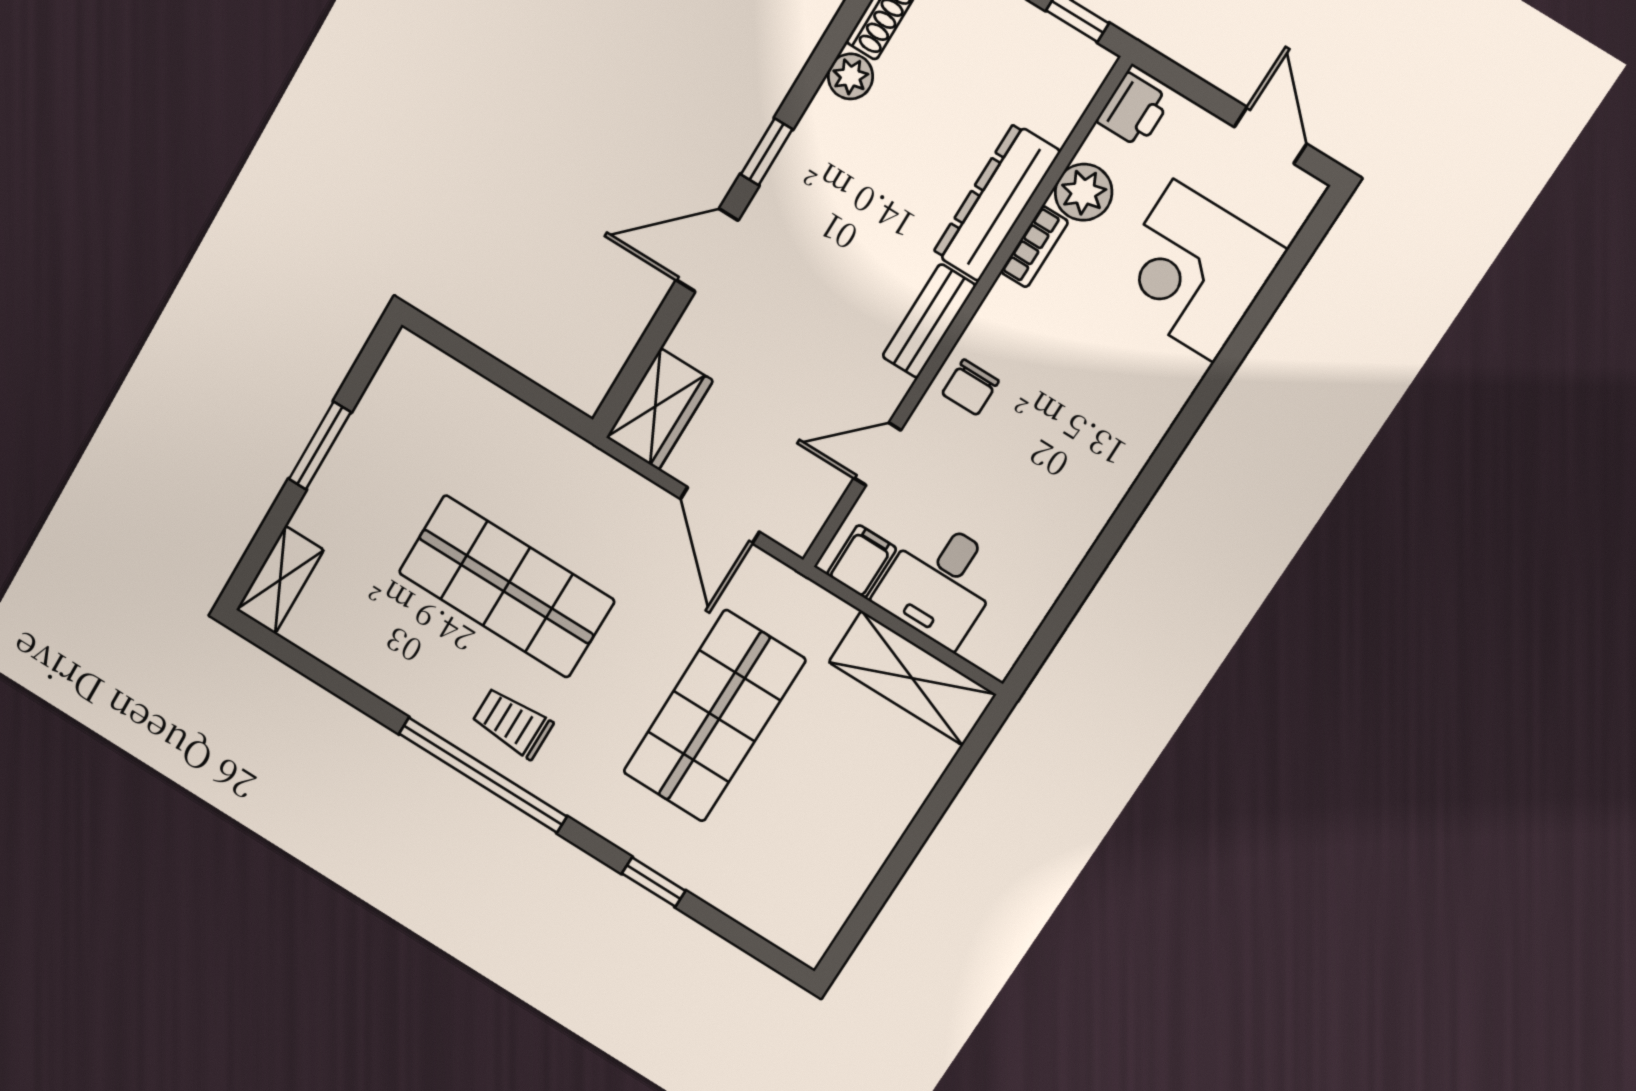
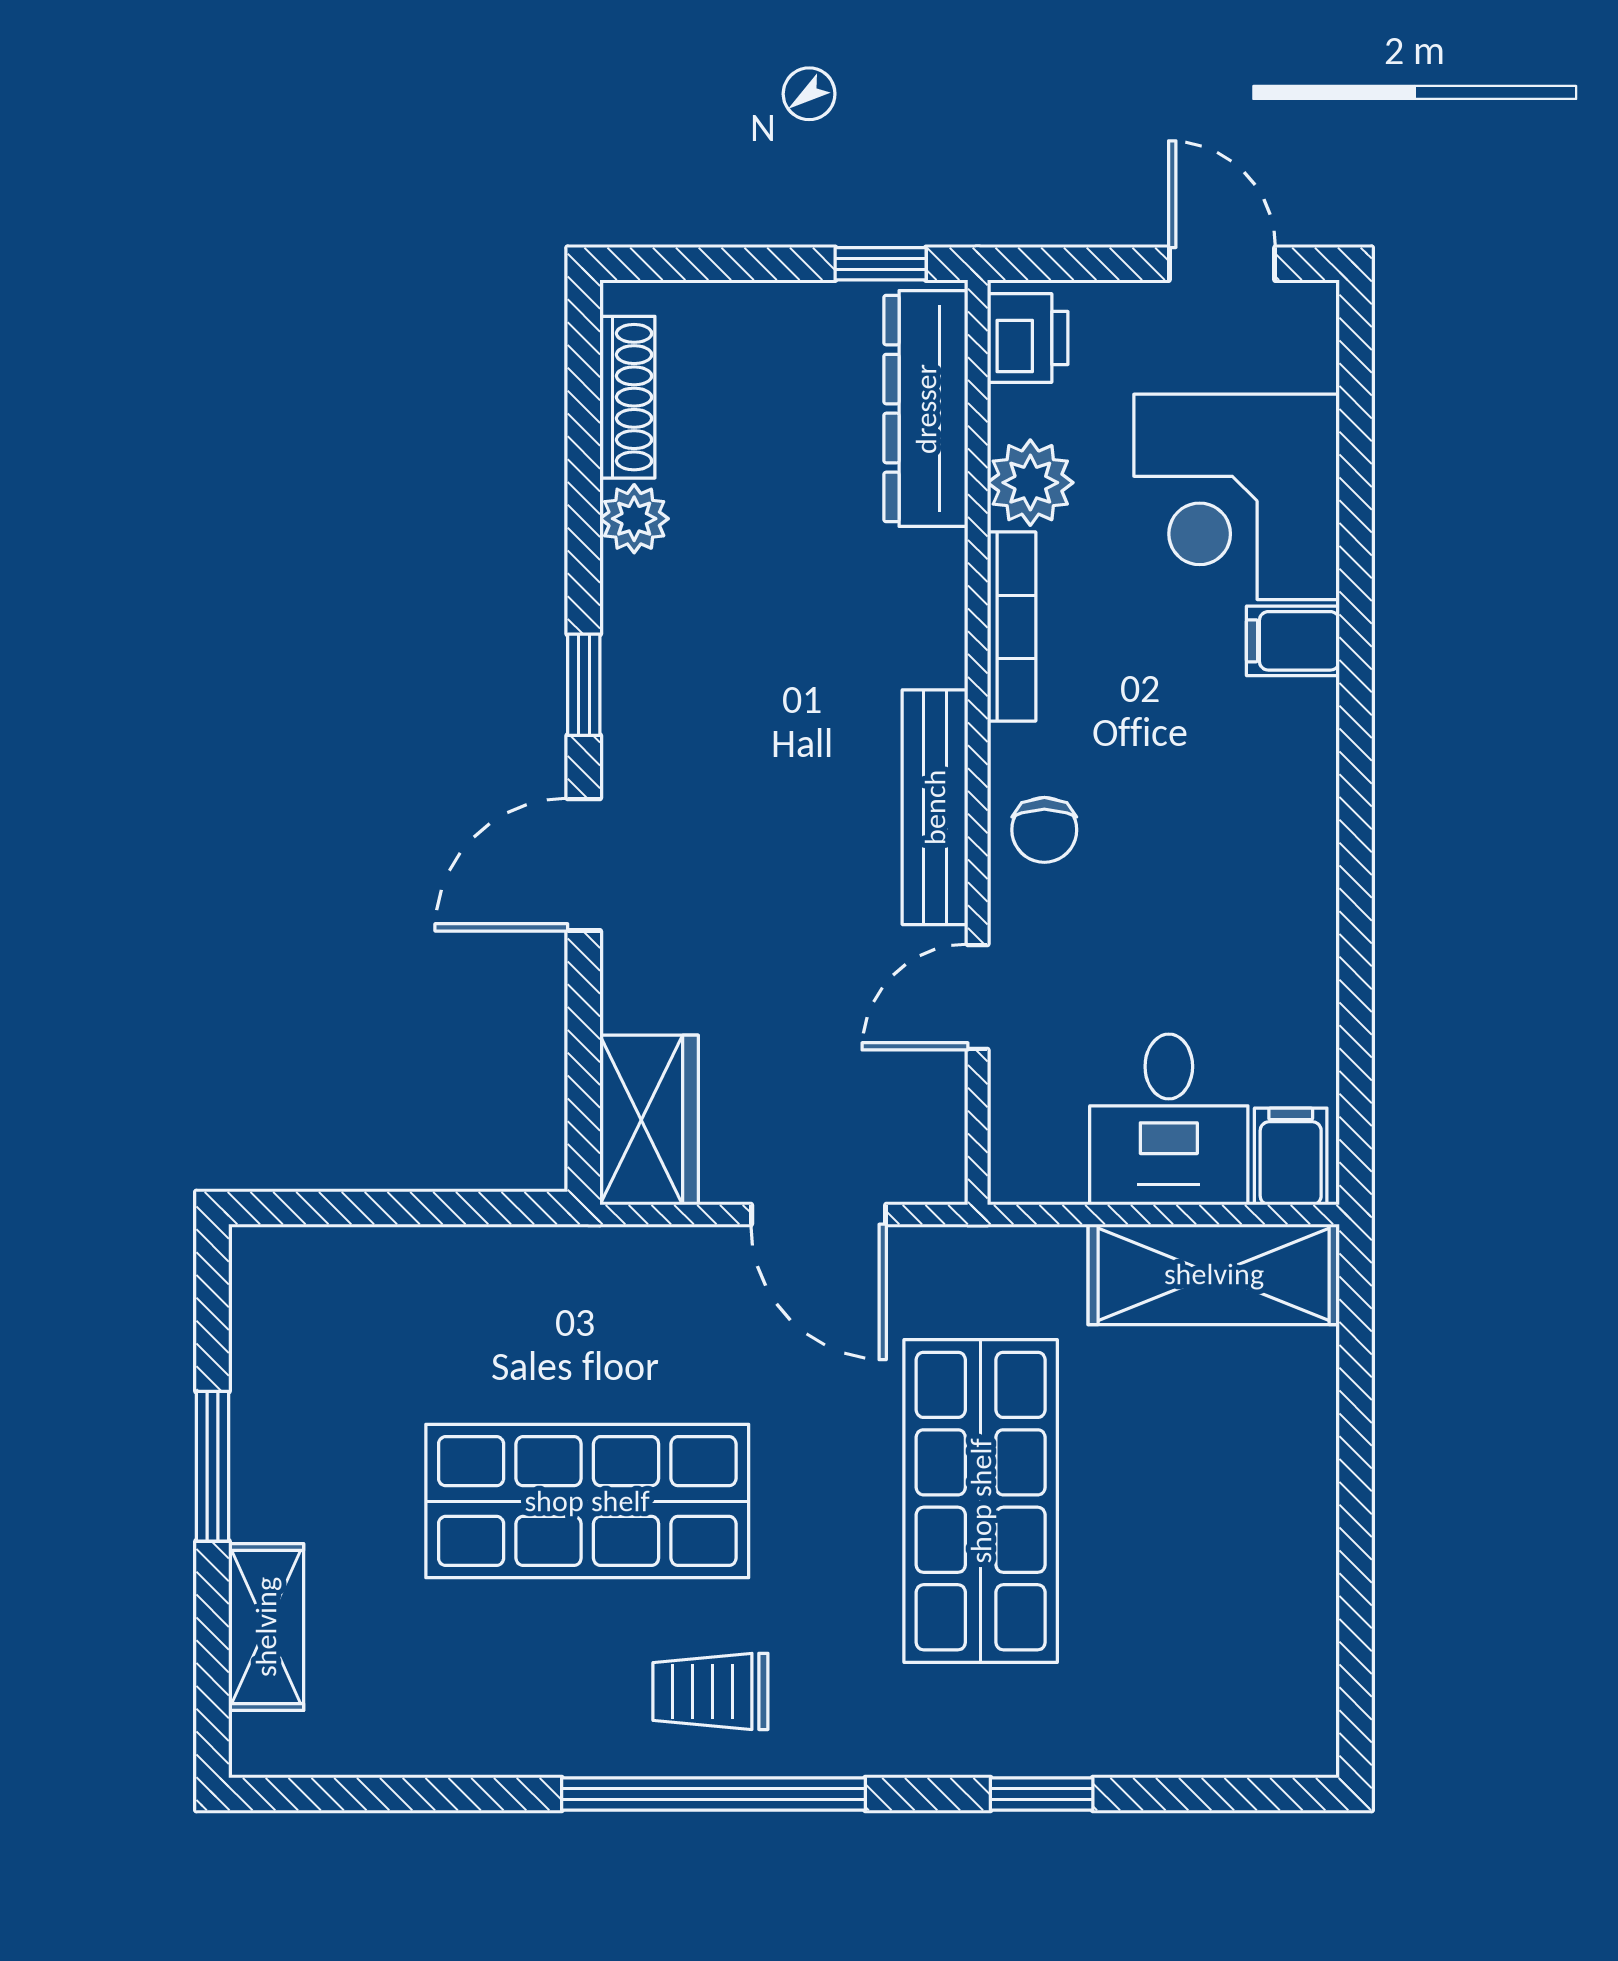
dresser: (996, 202) -> (926, 409), moved
bookcase: (1034, 247) -> (1012, 627), width x1.56
bench: (929, 321) -> (935, 807), width x1.36
filing cabinet: (1174, 370) -> (1293, 641), added
filing cabinet: (862, 561) -> (1291, 1156), moved
shelving: (280, 580) -> (266, 1627), moved

